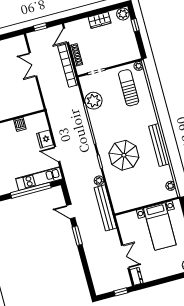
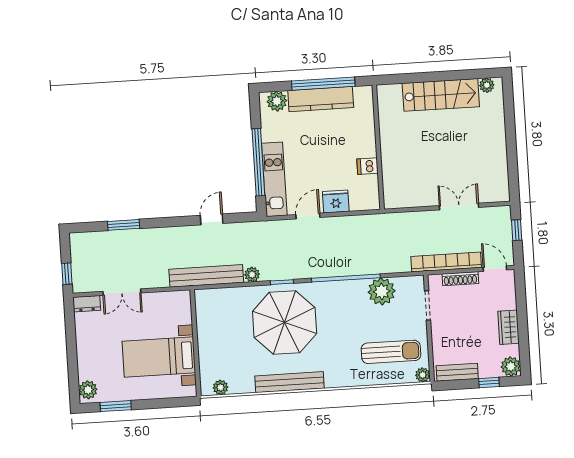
bench: (133, 45) -> (457, 372), added
parasol: (124, 155) -> (285, 322), width x1.36, depth x1.36
window: (77, 236) -> (124, 225), moved

